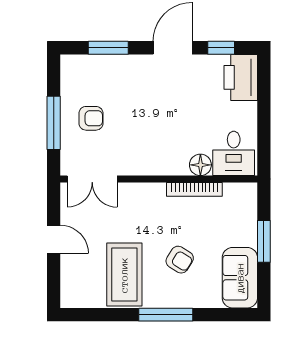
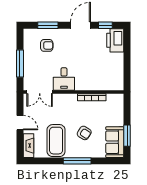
armchair: (91, 118) -> (47, 45), moved
desk: (234, 153) -> (64, 79), moved
floor lamp: (200, 165) -> (95, 85), removed
window: (264, 241) -> (127, 136), moved
fireplace: (70, 284) -> (28, 146), added

